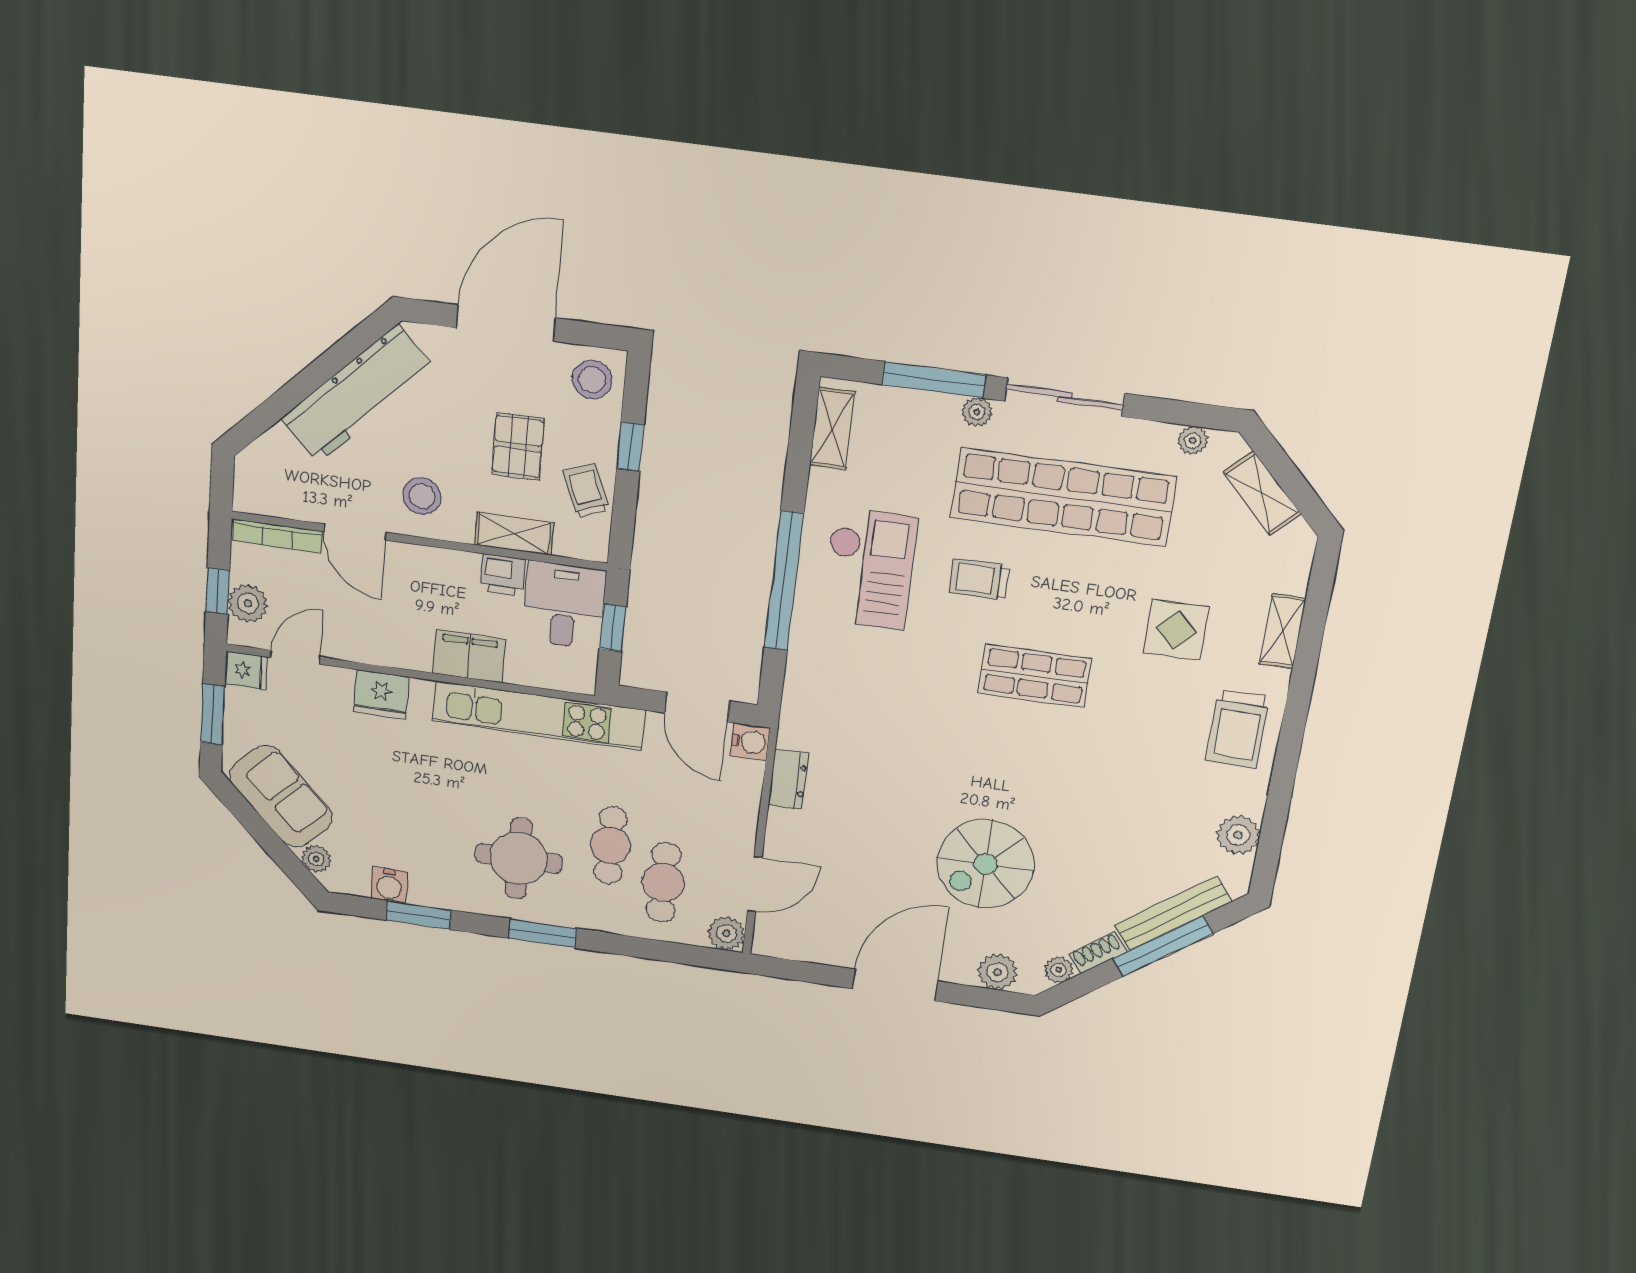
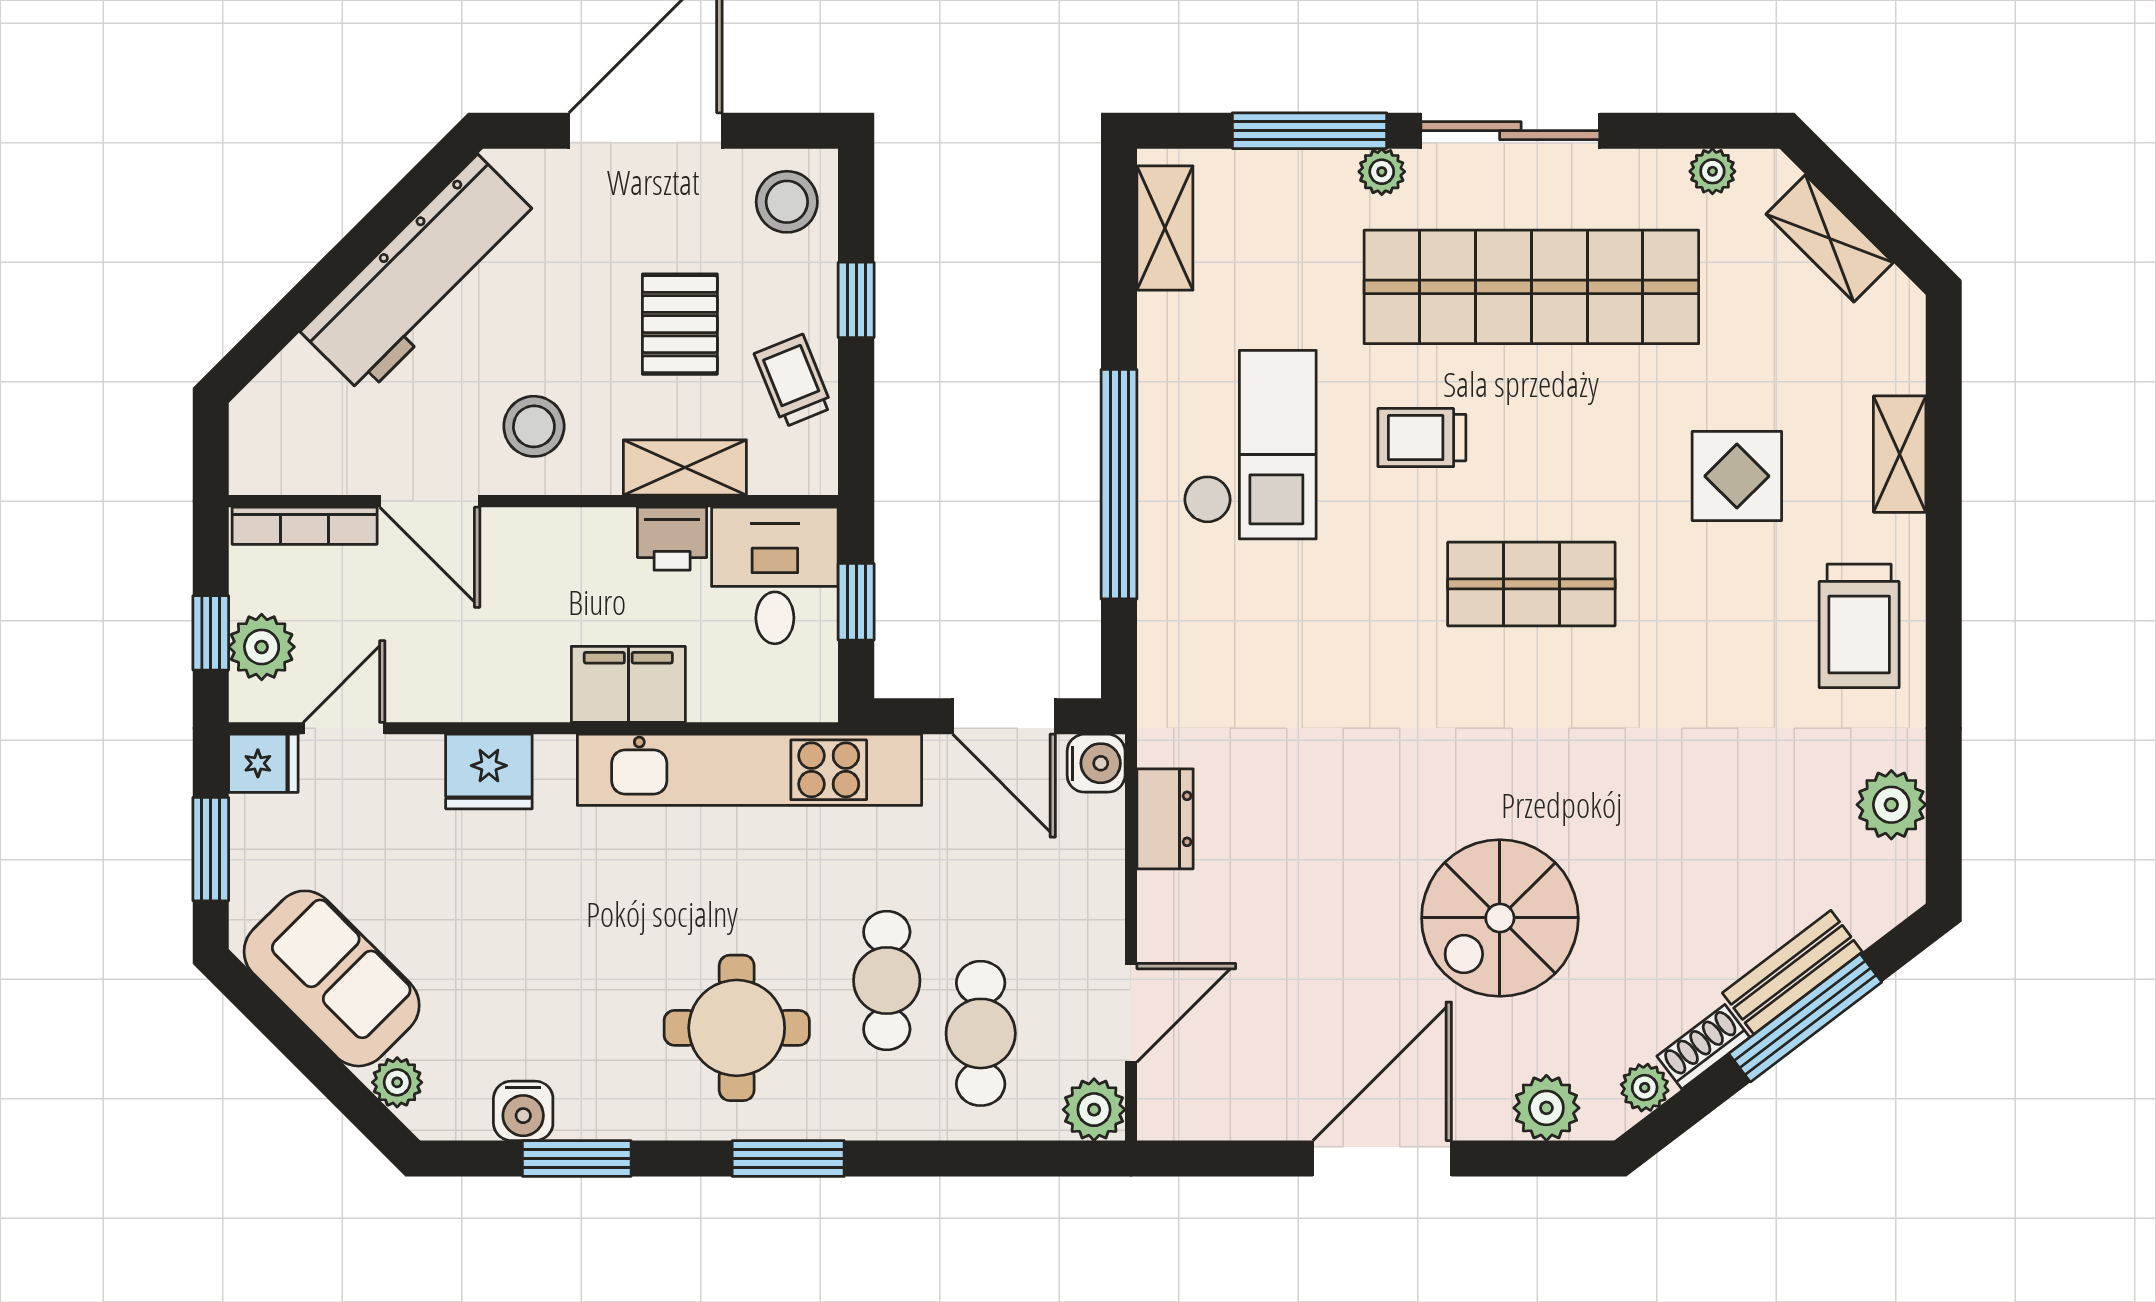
bench: (1173, 913) -> (1792, 972), width x0.73

